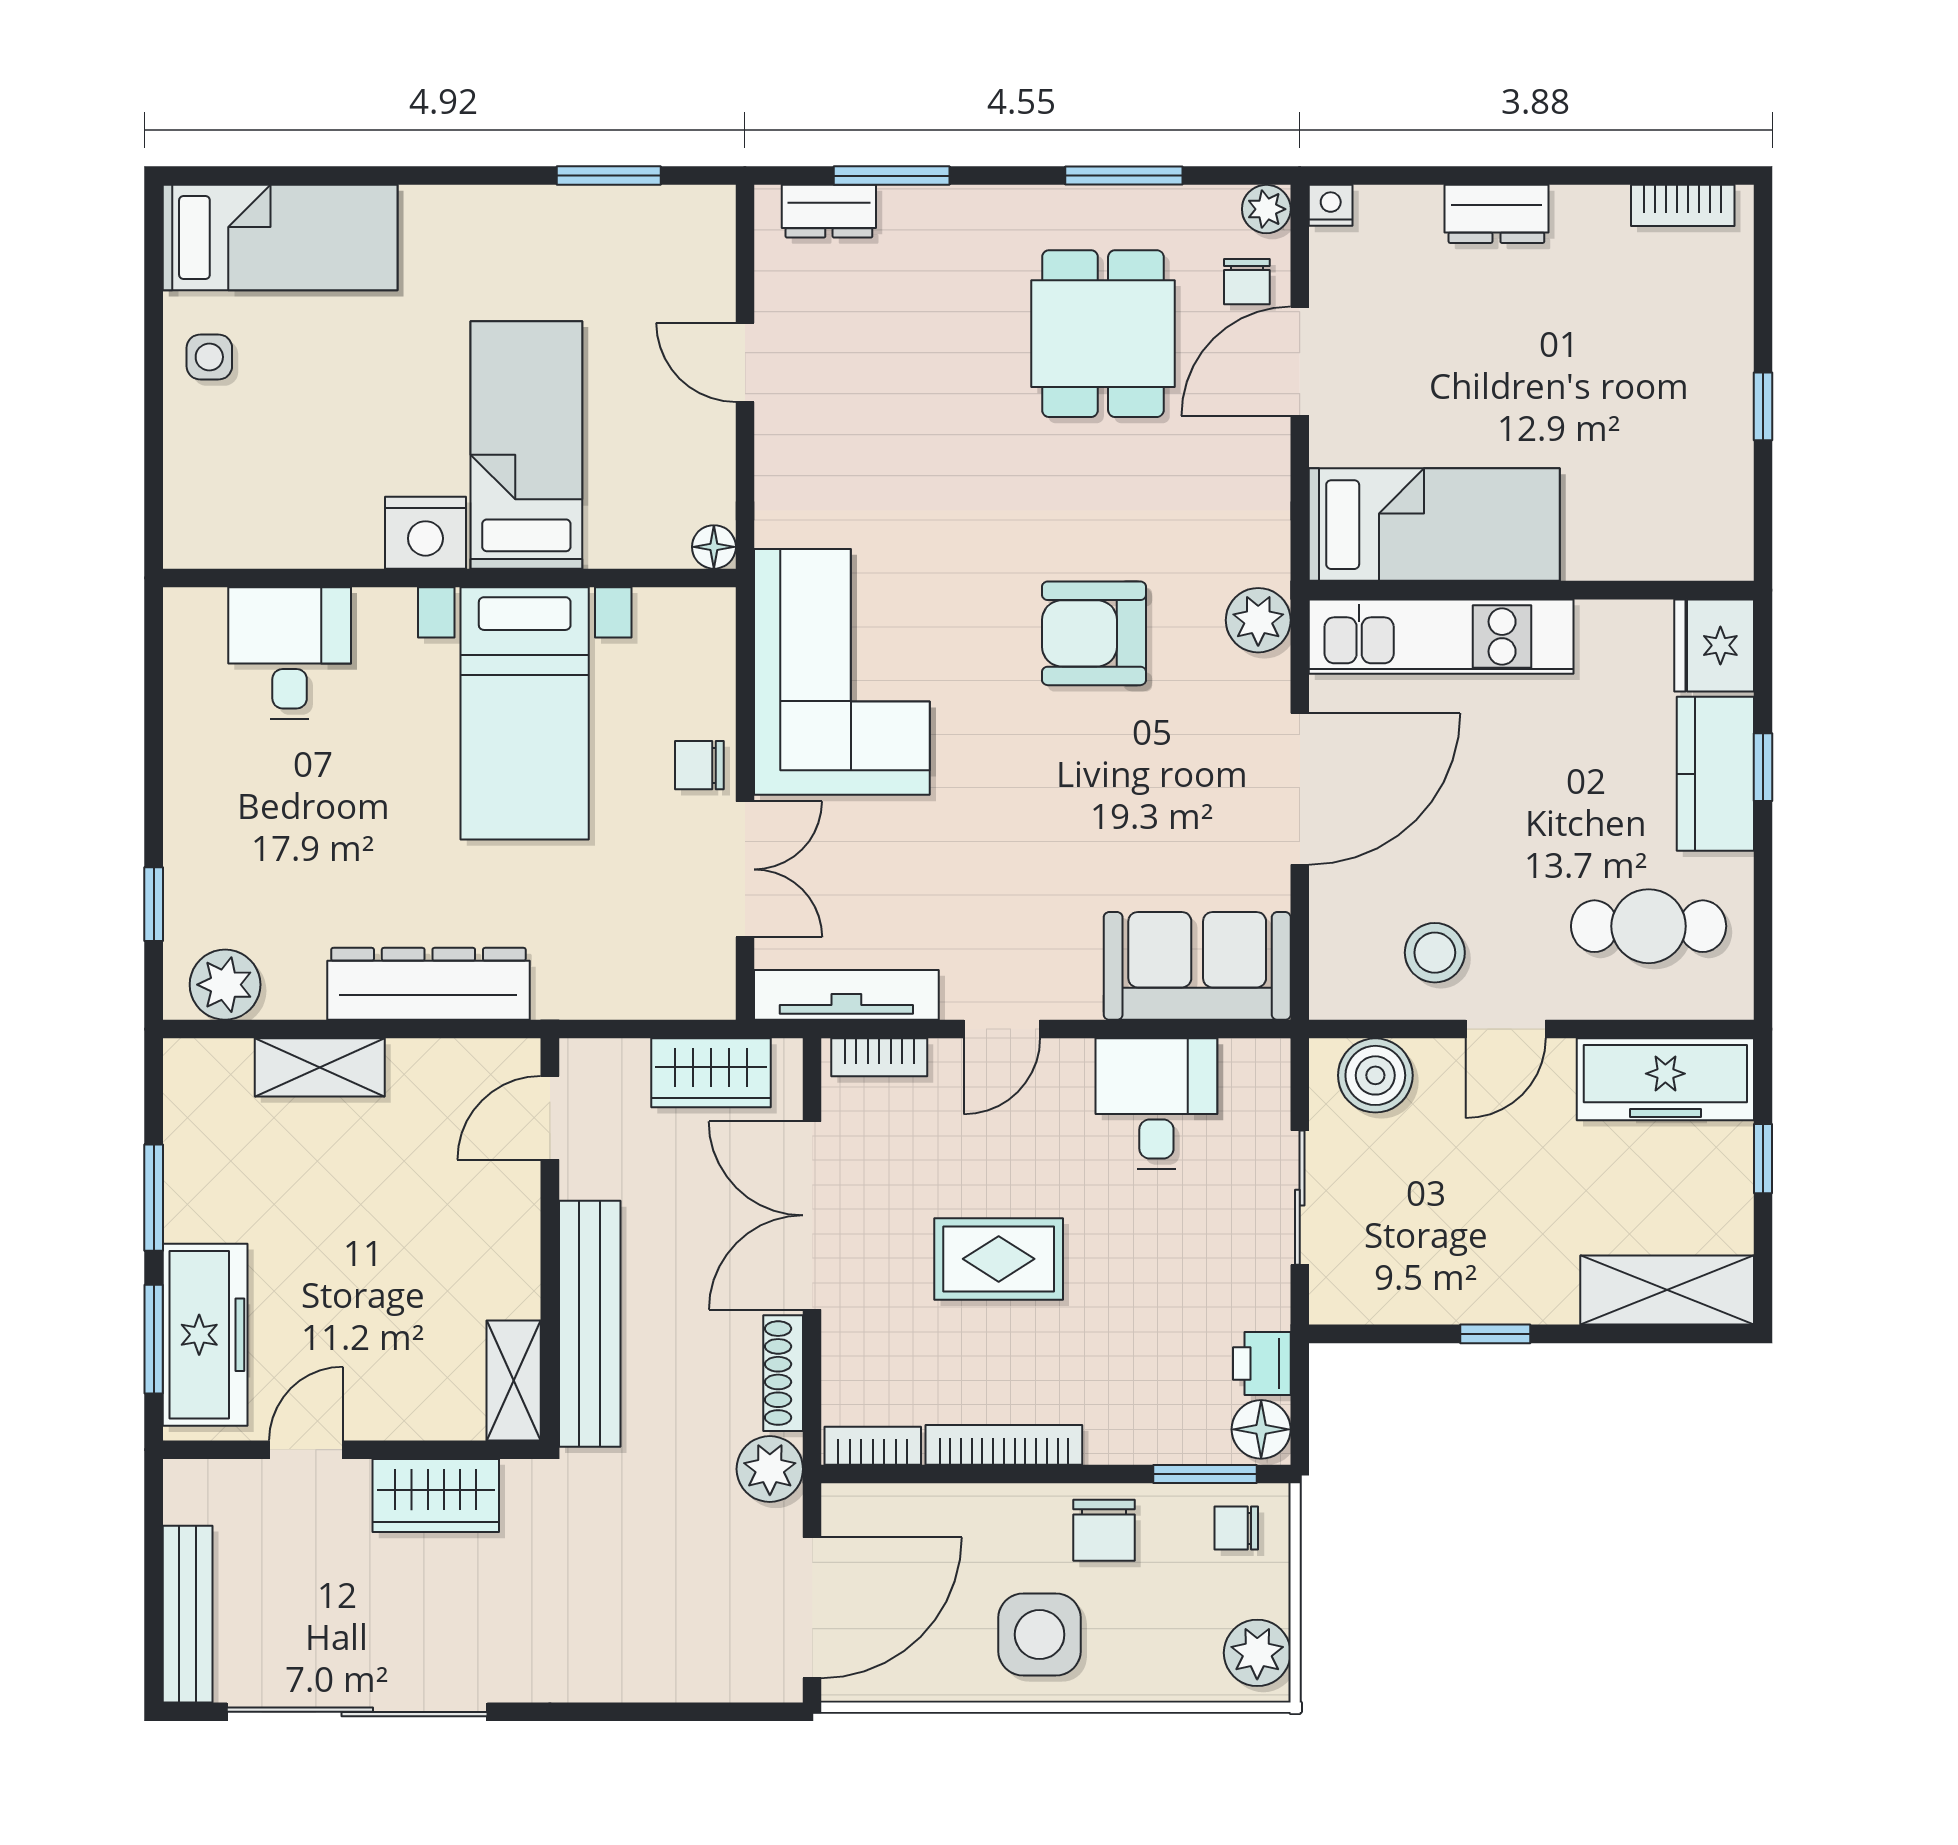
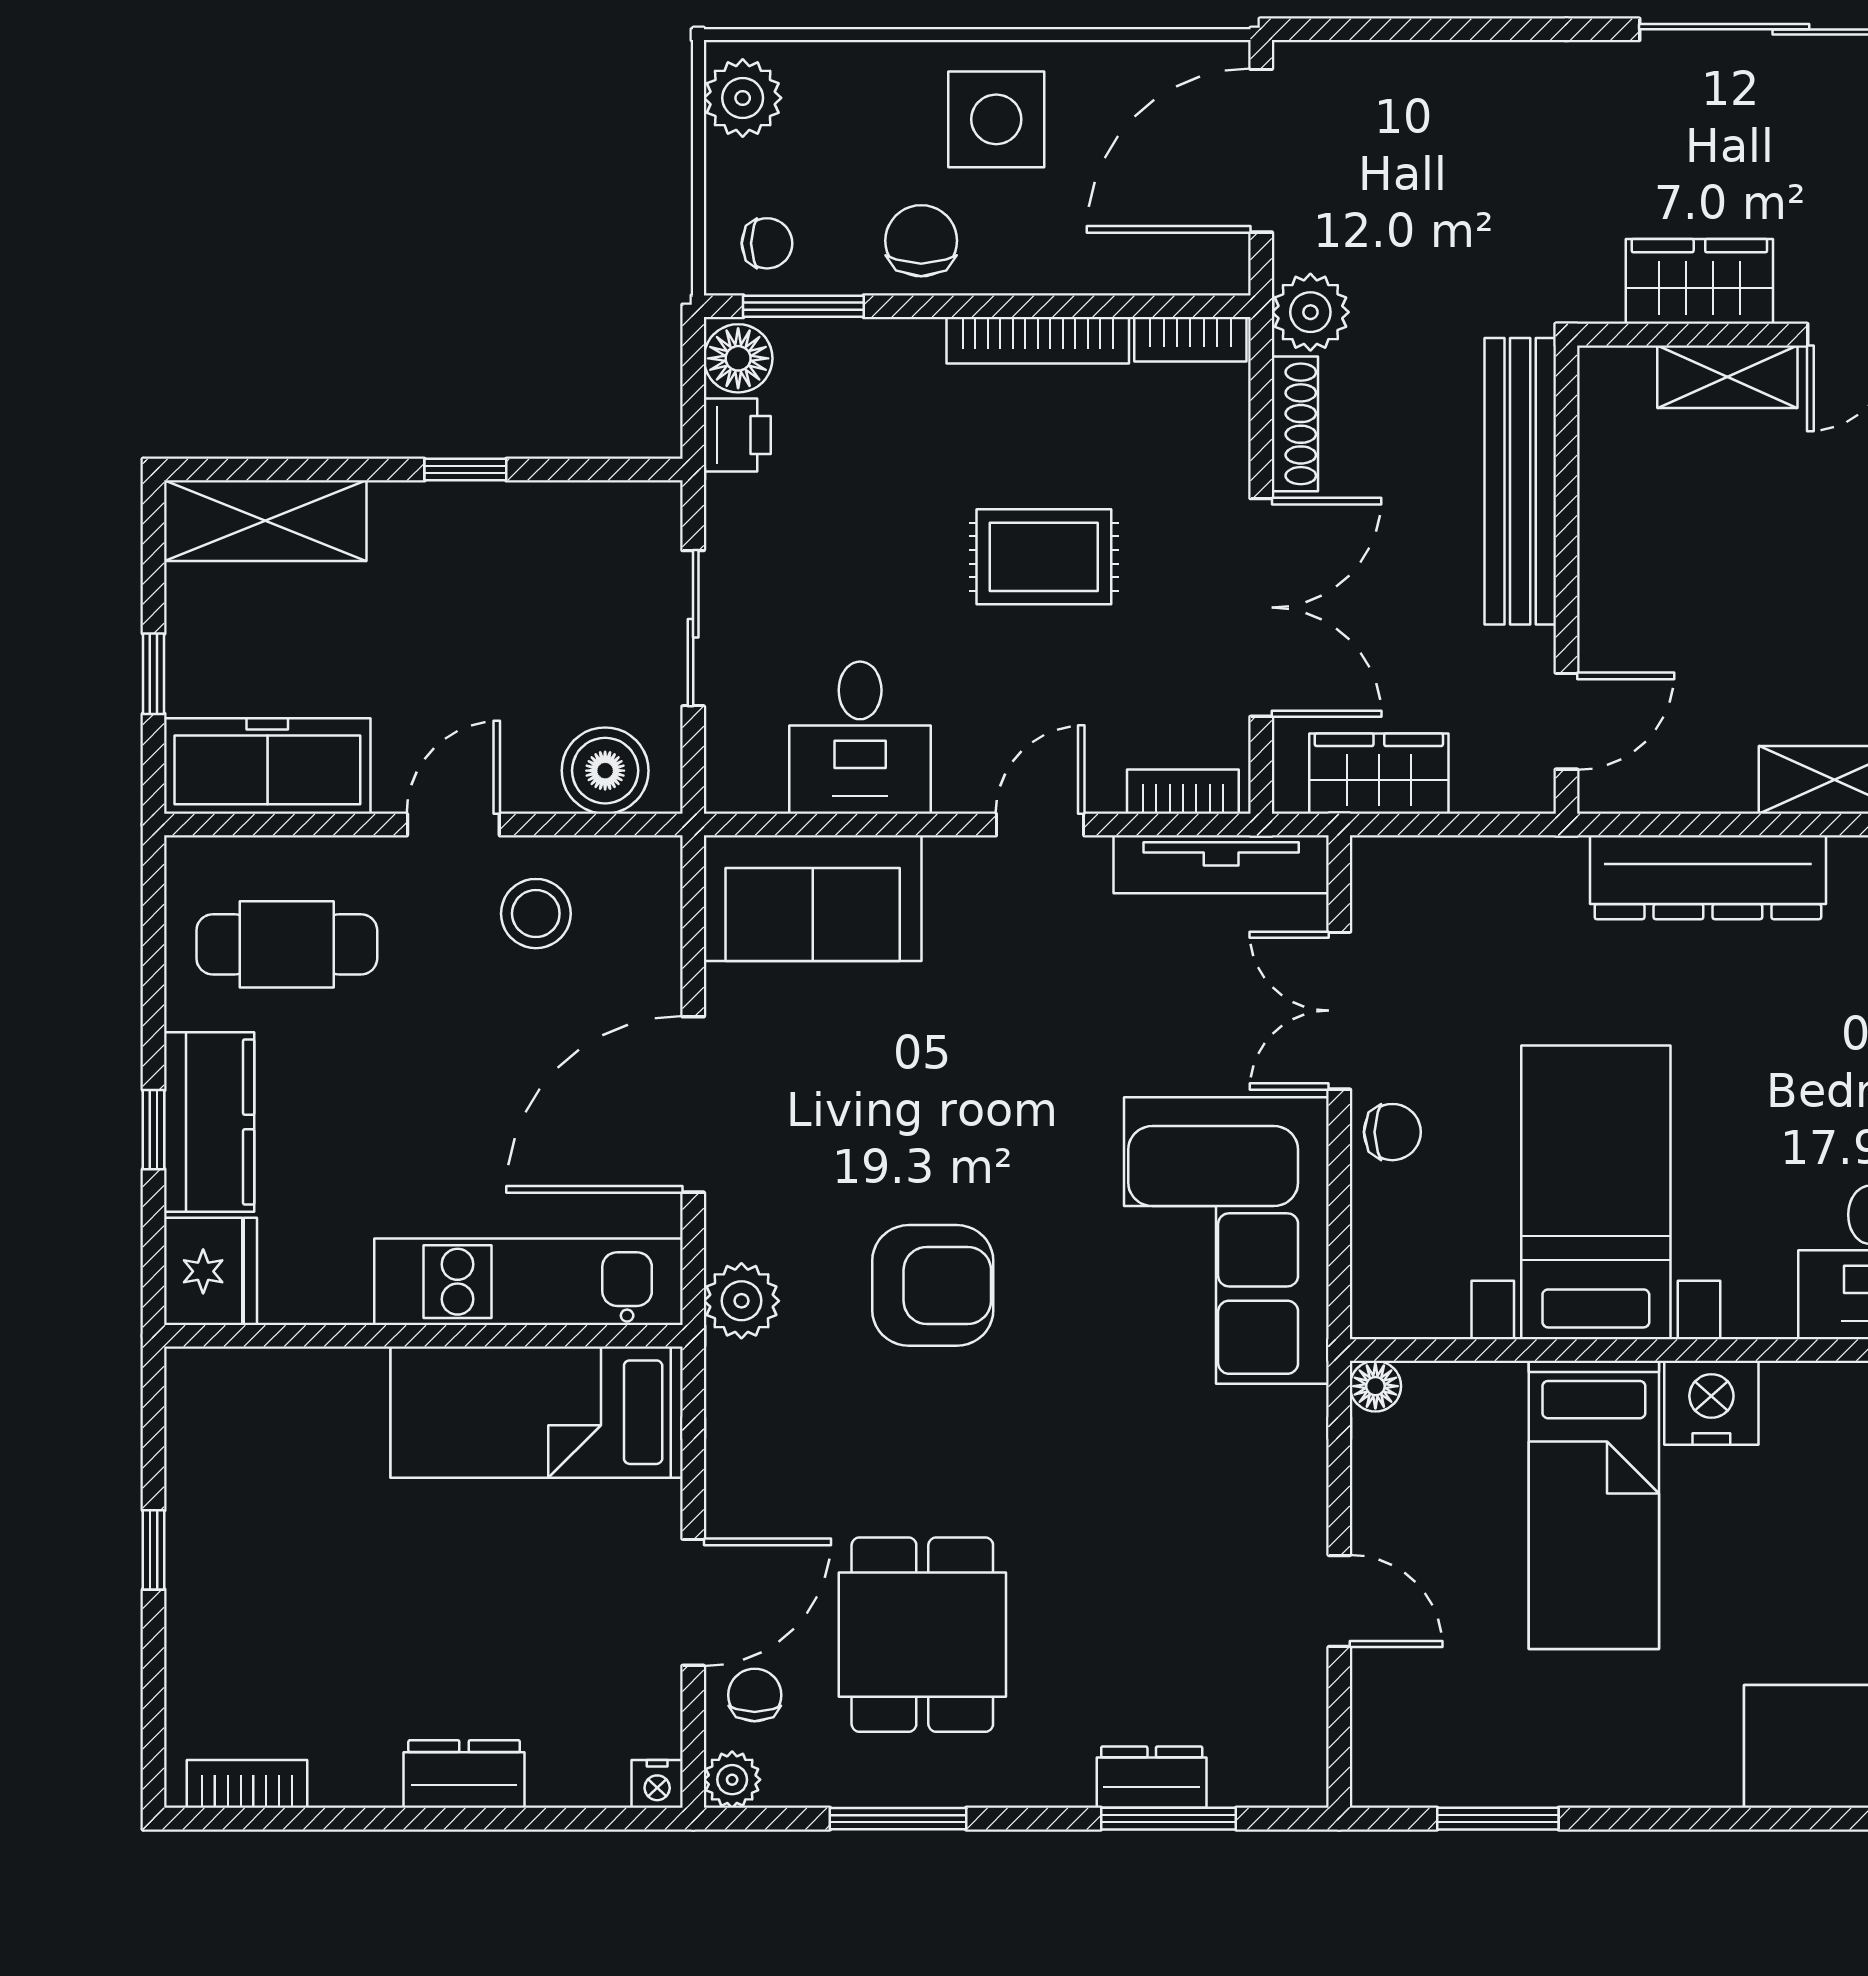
dresser: (829, 211) -> (1152, 1777), moved
shelving: (514, 1381) -> (1727, 377), moved, turned 90

